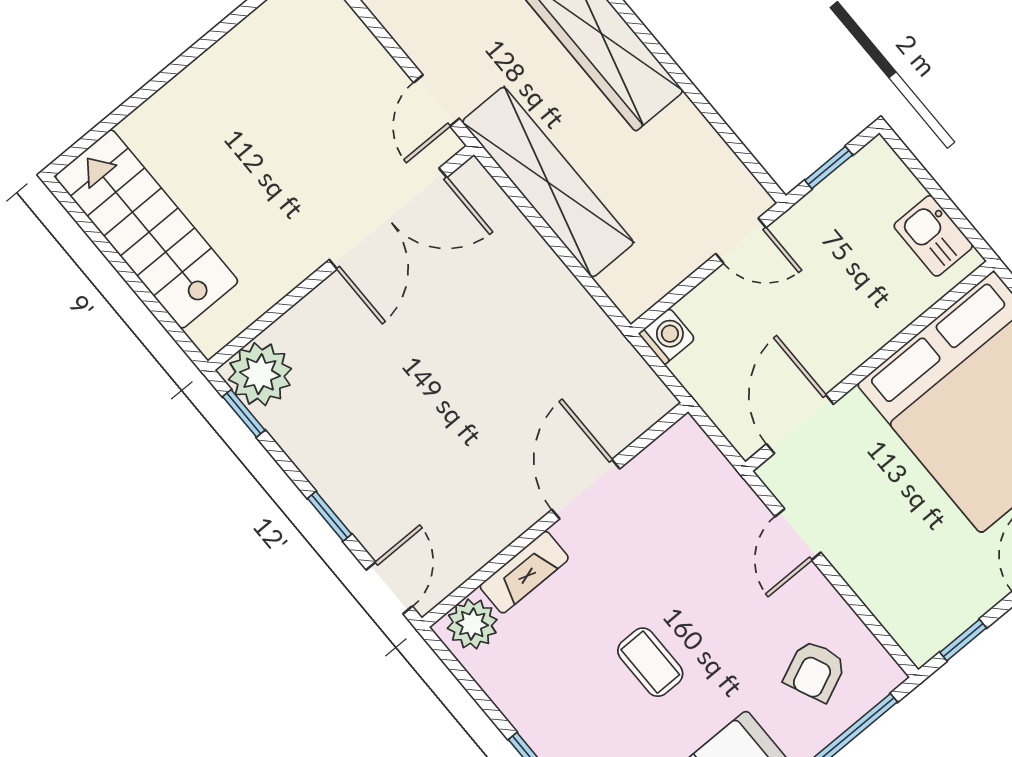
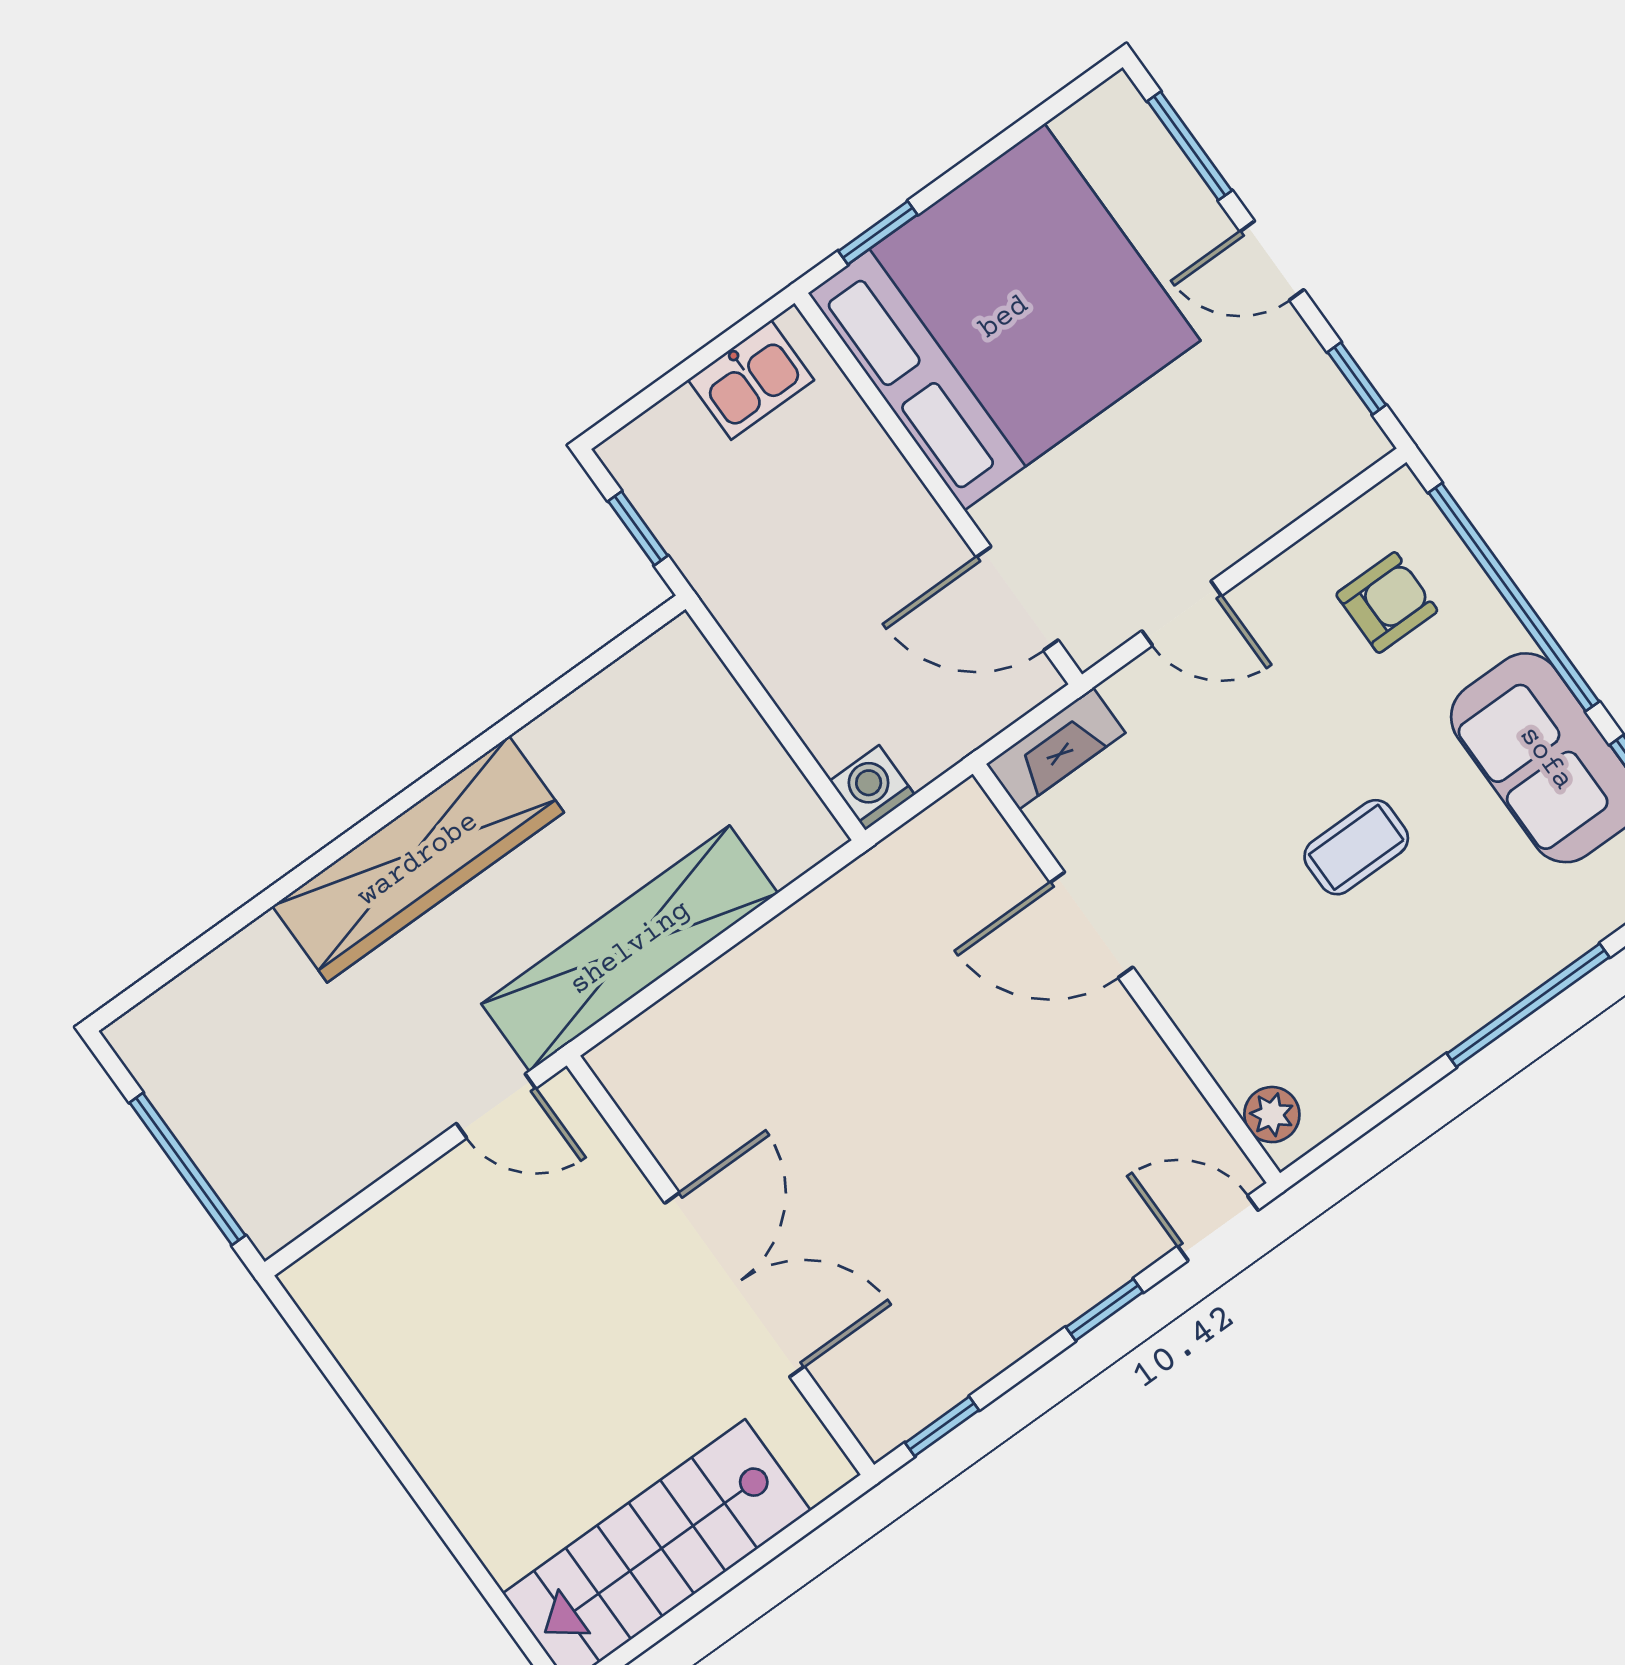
double door: (388, 219) -> (734, 1285), moved
door: (741, 241) -> (738, 667), removed
plant: (260, 374) -> (885, 1398), removed
fireplace: (524, 572) -> (1056, 748), moved, turned 90
plant: (472, 624) -> (1272, 1115), width x0.73, depth x0.73
armchair: (815, 671) -> (1387, 603), turned -66

